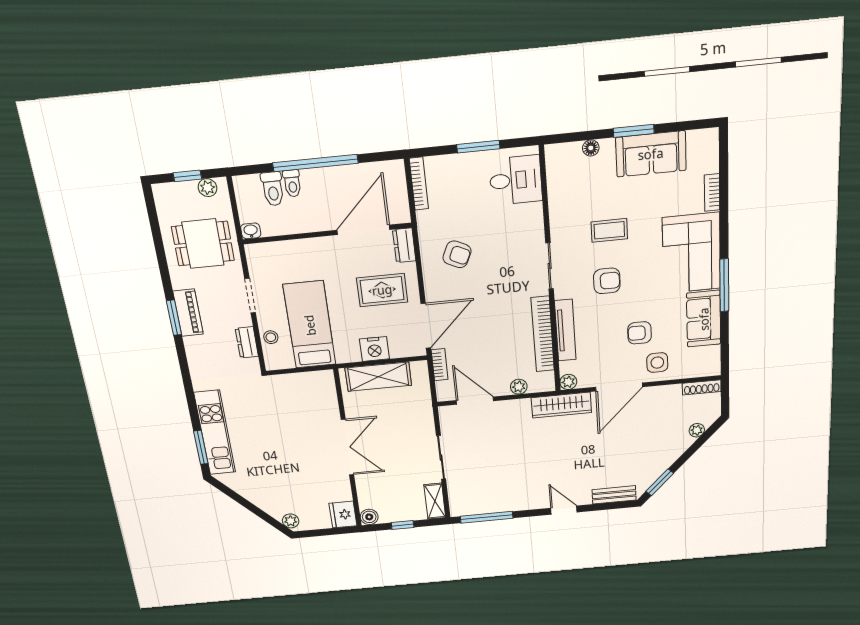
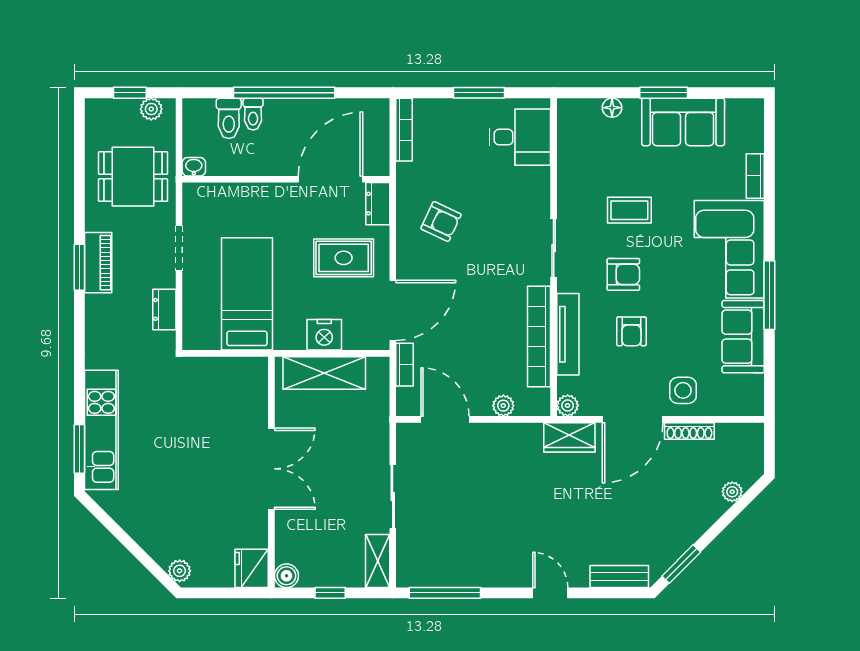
armchair: (639, 333) -> (631, 331), moved, turned -90
stool: (271, 337) -> (196, 306), removed
shoe rack: (702, 387) -> (689, 431), moved
wardrobe: (561, 405) -> (569, 437), width x0.67

